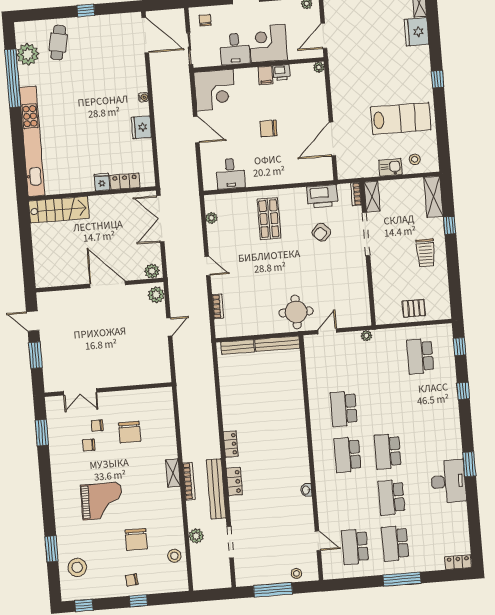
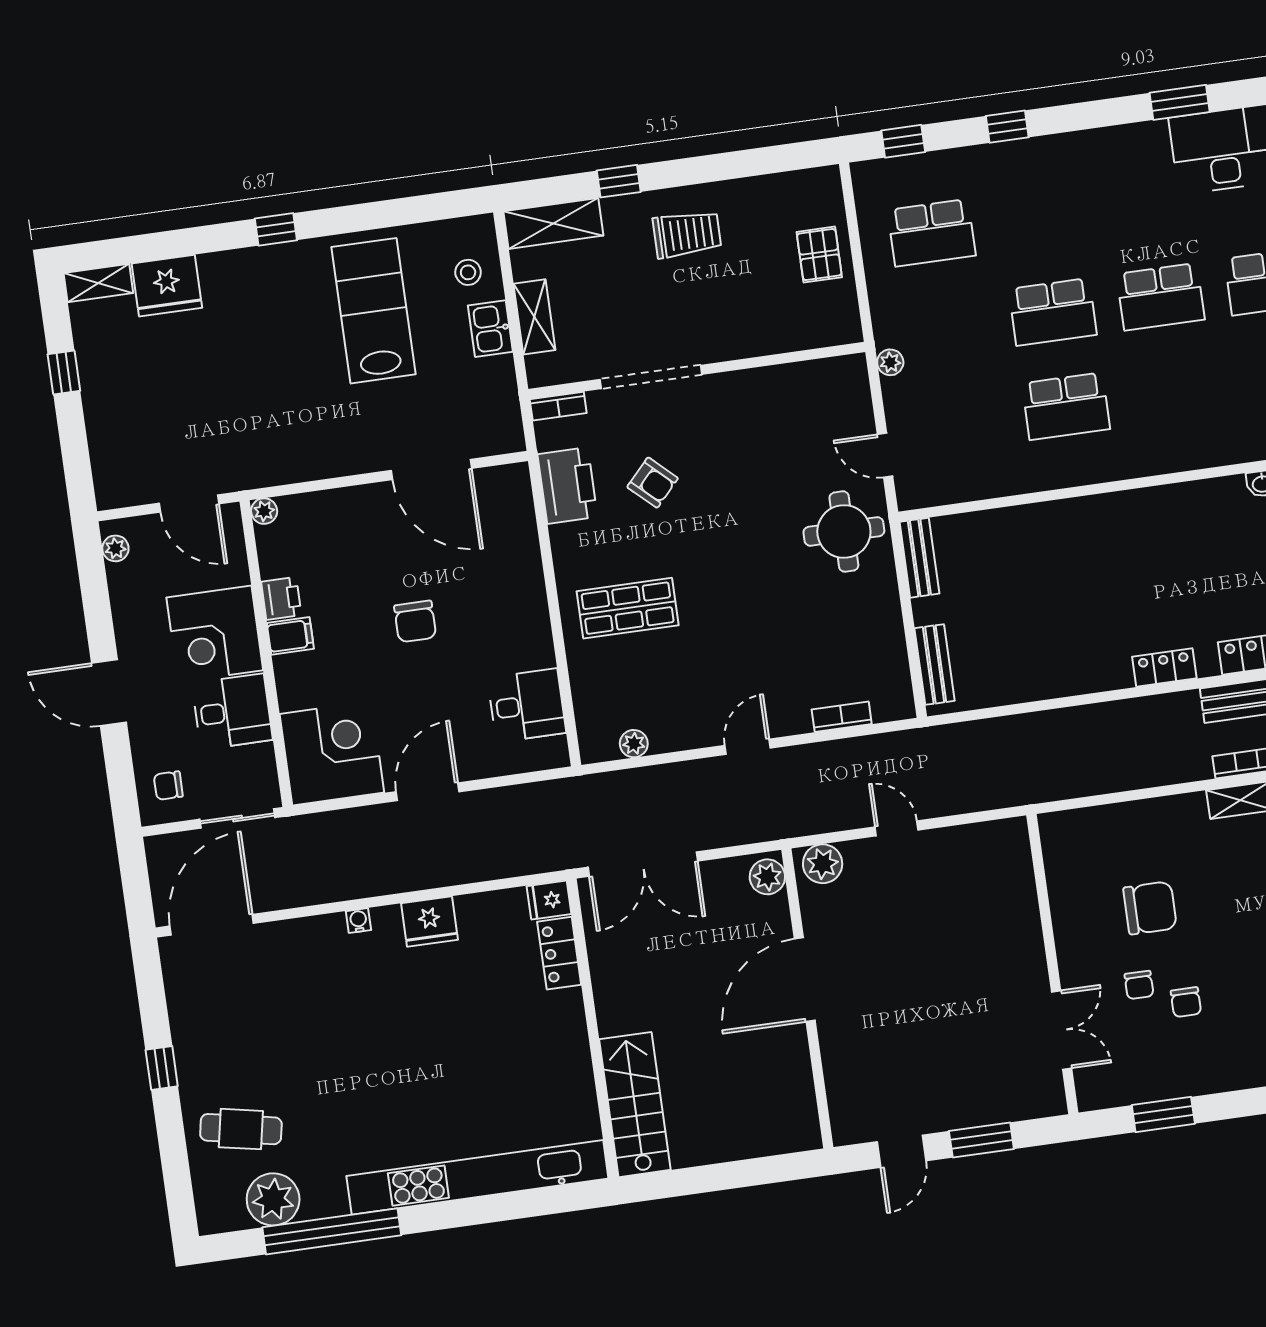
fridge: (102, 182) -> (549, 900), moved
shelving: (372, 197) -> (534, 317), moved, turned 90
bench: (277, 344) -> (919, 558), width x0.73
school desk: (347, 455) -> (1053, 312), moved

